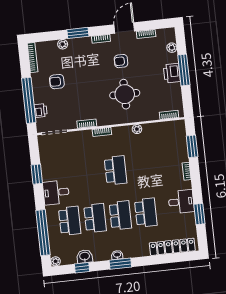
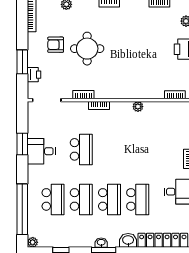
armchair: (121, 61) -> (129, 30), removed
round table: (125, 94) -> (87, 49), moved
window: (29, 100) -> (22, 62), width x0.47
school desk: (115, 170) -> (81, 149), moved
desk: (56, 193) -> (41, 151), moved
washbasin: (85, 256) -> (128, 240), moved

